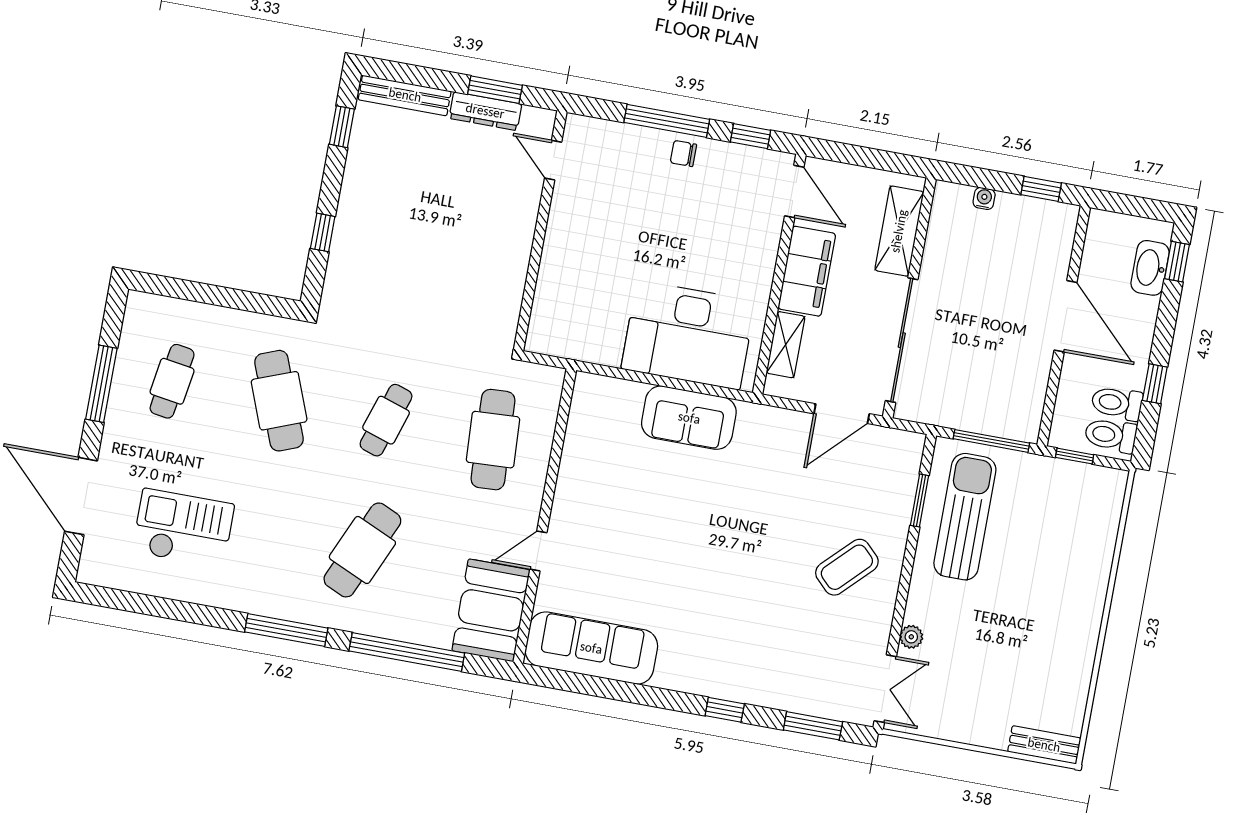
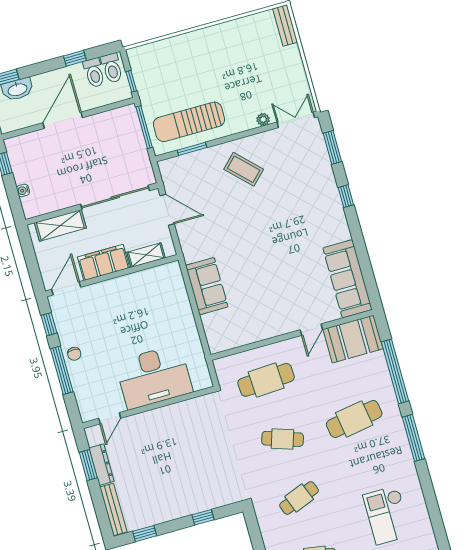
desk: (688, 335) -> (154, 377), moved, turned 90
cafe table: (279, 401) -> (299, 498), width x0.73, depth x0.74
cafe table: (362, 550) -> (354, 419), turned -33
door: (538, 551) -> (311, 330), hinge flipped

